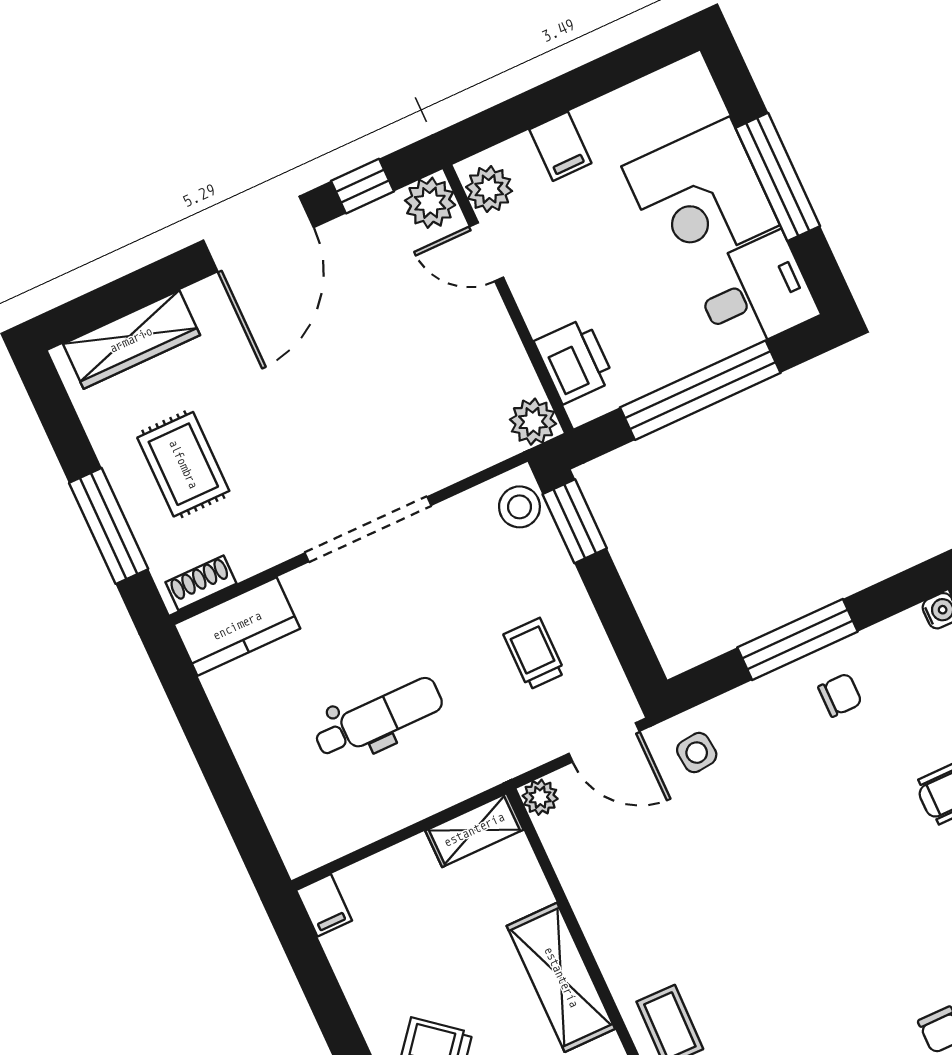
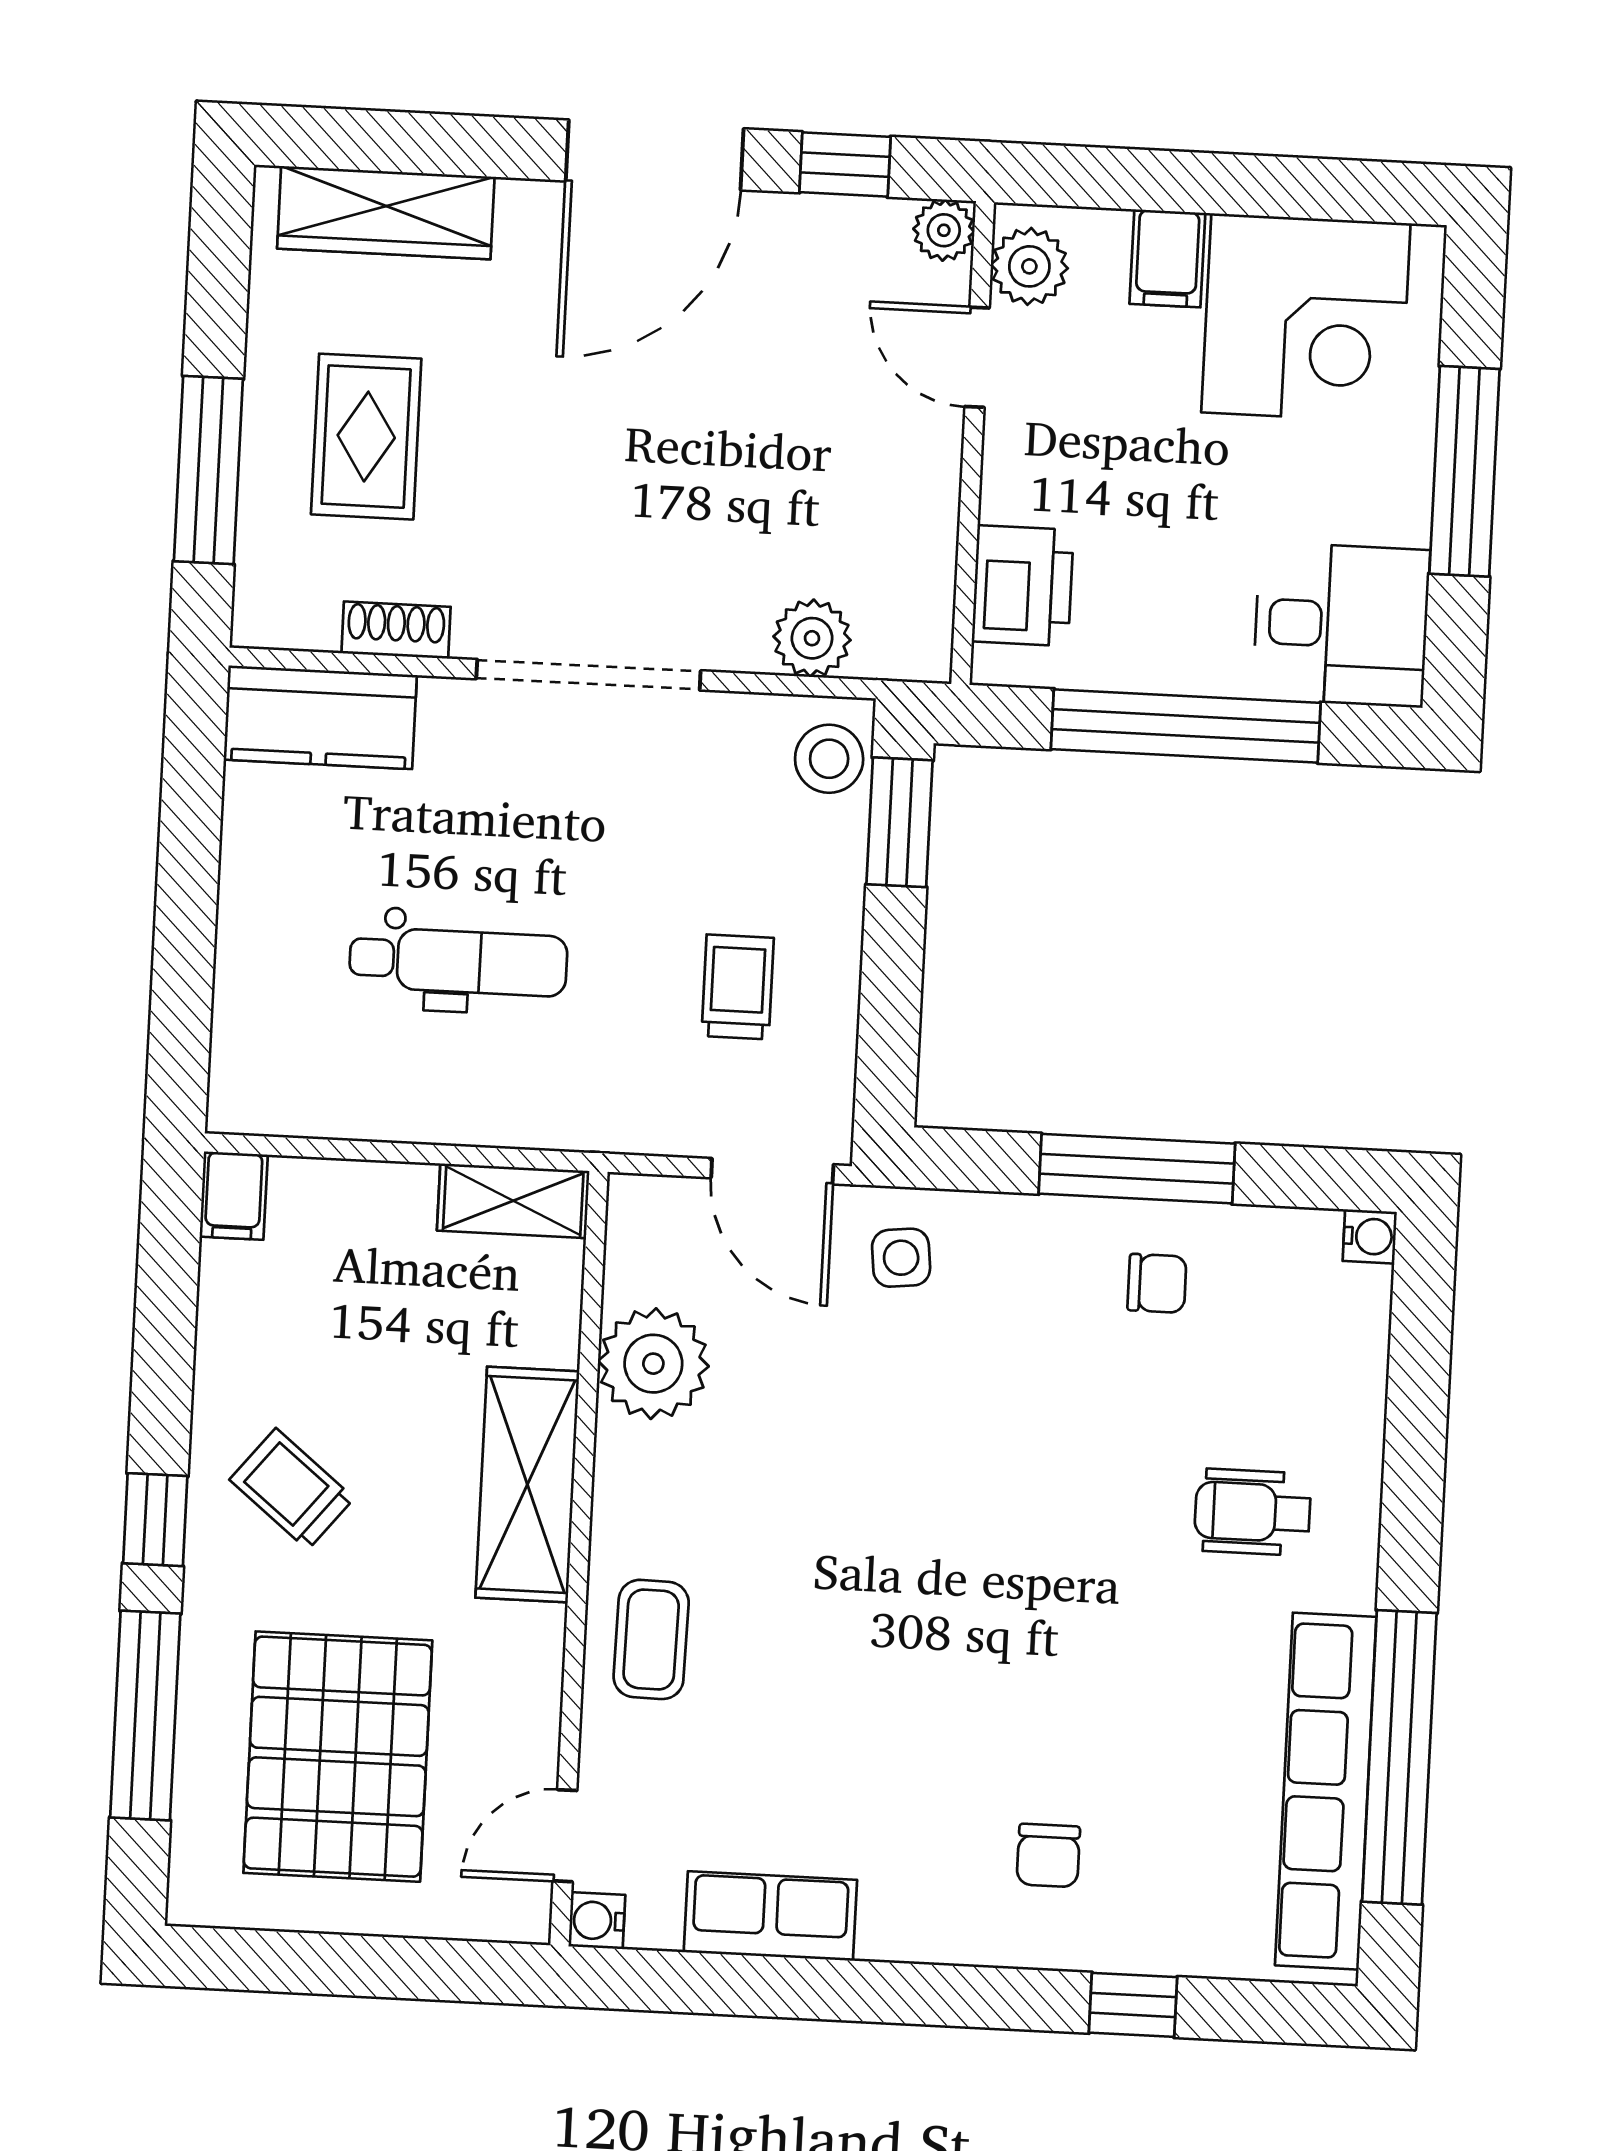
corner desk: (701, 196) -> (1306, 318), moved, turned -90
plant: (430, 203) -> (944, 230), width x0.73, depth x0.73
plant: (533, 422) -> (812, 638), moved
shoe rack: (201, 583) -> (396, 630), moved
plant: (540, 797) -> (653, 1364), moved, width x1.87, depth x1.87

